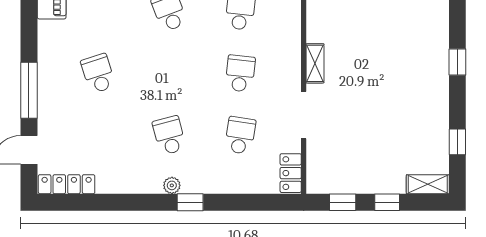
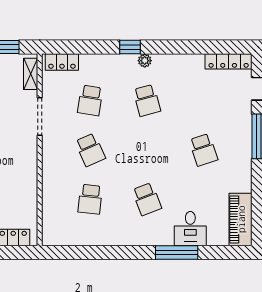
shelving: (315, 63) -> (31, 74), moved
school desk: (240, 73) -> (90, 150), turned -30
locker: (291, 173) -> (62, 62), moved, turned 90

